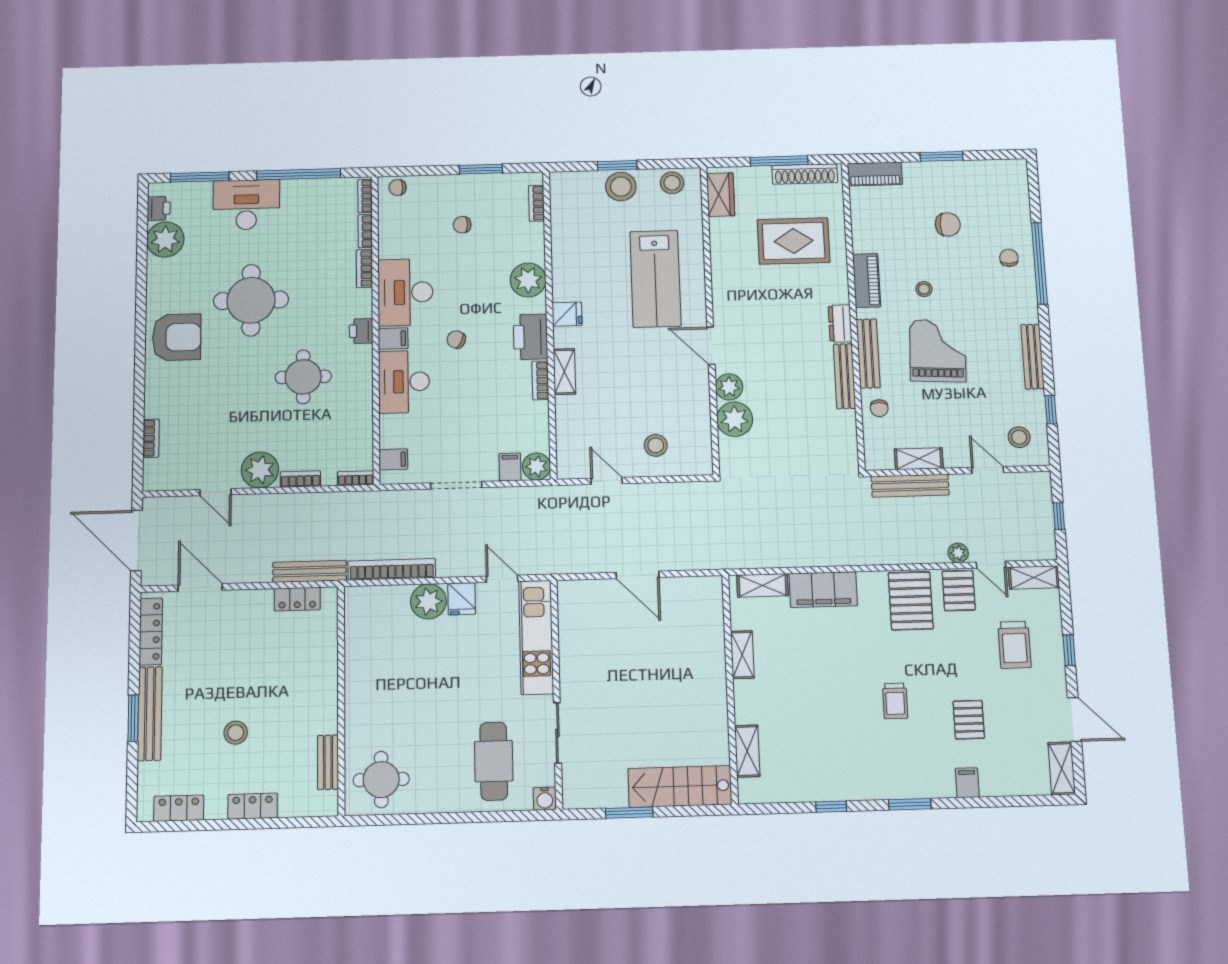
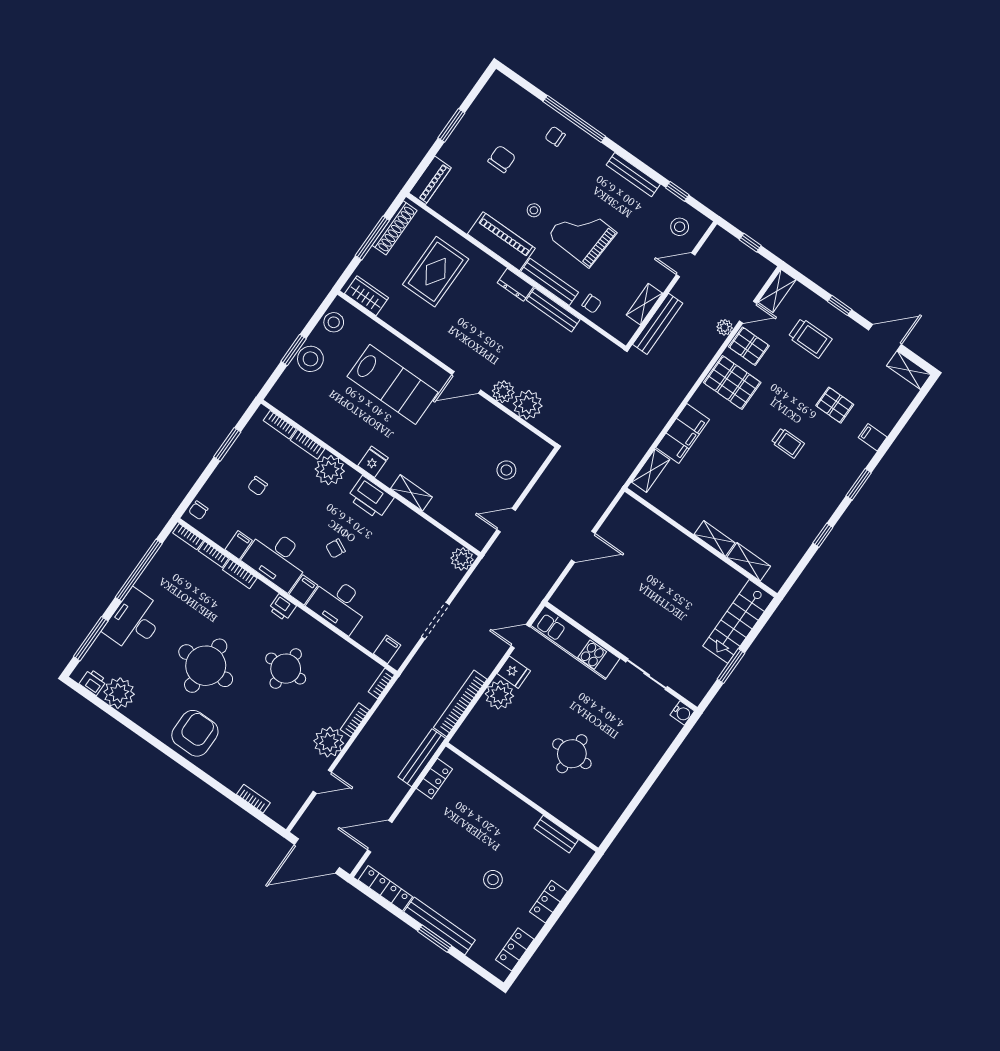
piano: (867, 280) -> (501, 241), width x1.37, depth x1.33
bookcase: (540, 380) -> (308, 444), moved
filing cabinet: (510, 467) -> (239, 545), moved, turned 90
shelving: (742, 655) -> (714, 539), moved
cafe table: (494, 761) -> (634, 728), removed
round table: (381, 780) -> (572, 754), moved

